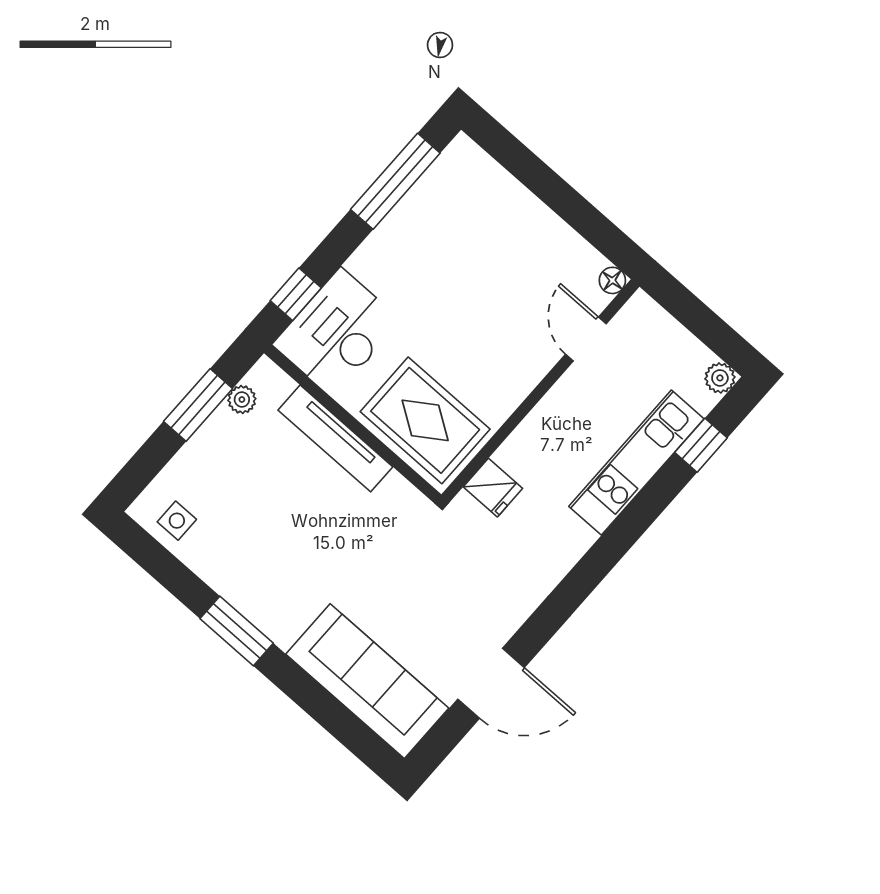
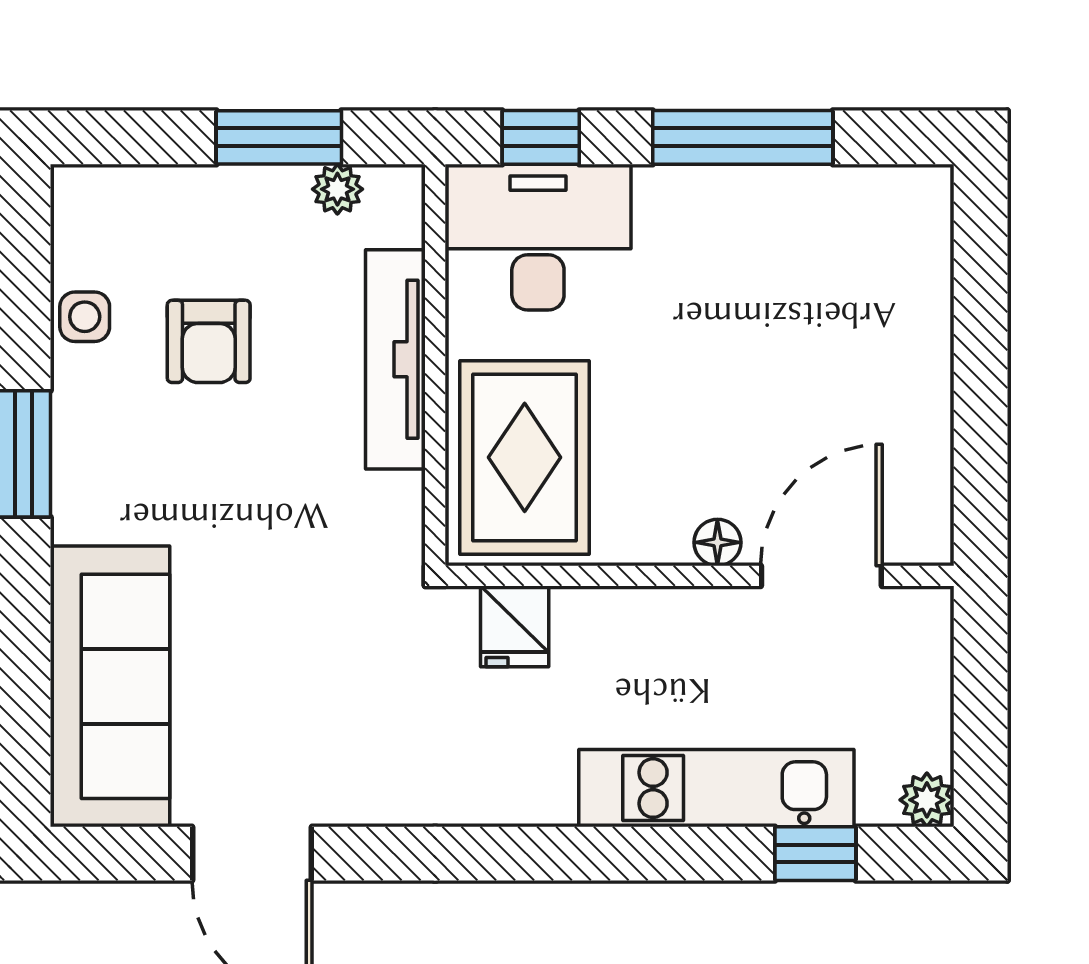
window: (395, 181) -> (743, 137), moved
floor lamp: (612, 280) -> (717, 542), moved
door: (586, 339) -> (821, 576), width x1.37
armchair: (258, 511) -> (209, 341), added
side table: (177, 521) -> (85, 317), moved

